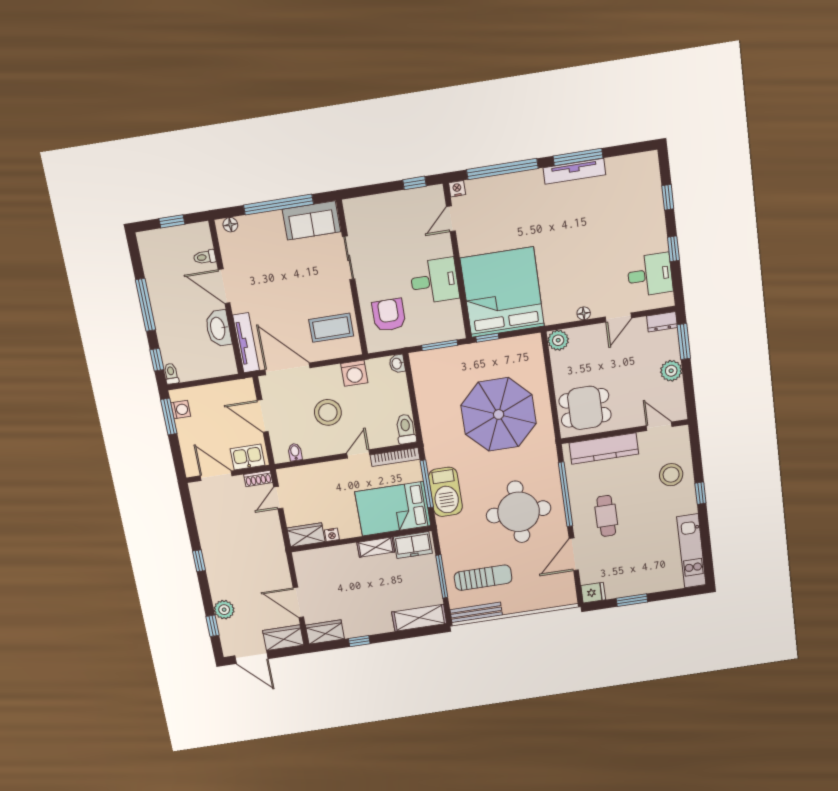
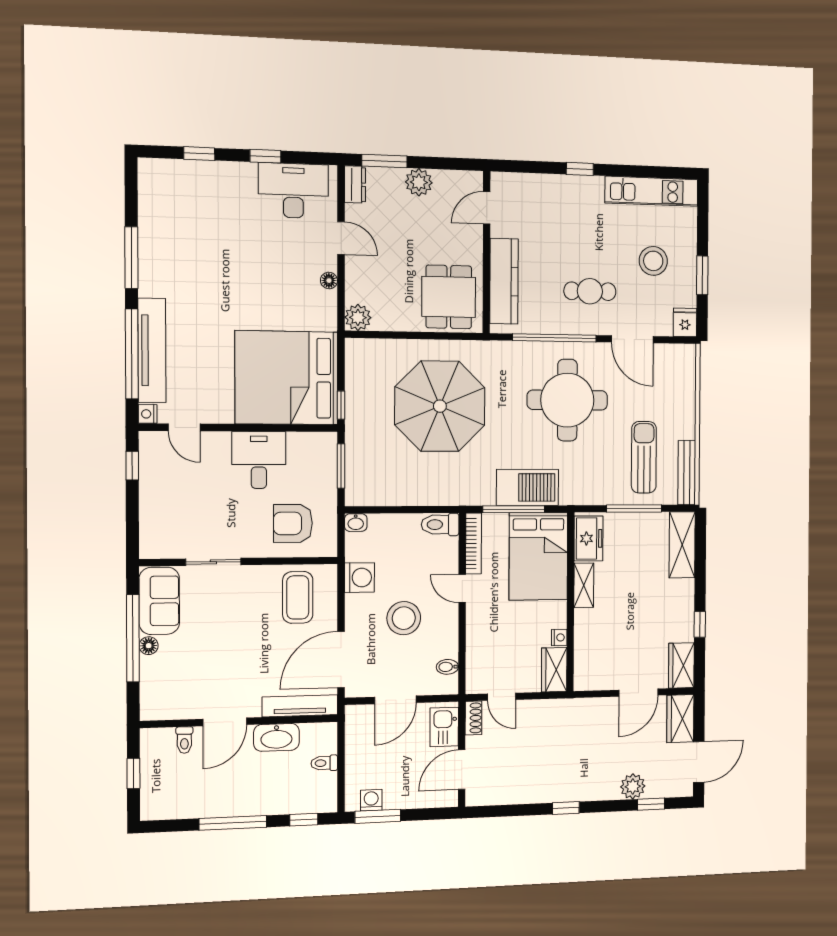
tv unit: (574, 171) -> (152, 350), moved, width x1.36, depth x1.29
floor lamp: (230, 225) -> (149, 646), moved
desk: (650, 275) -> (293, 191), width x1.37
toilet: (171, 374) -> (324, 763), moved
stool: (671, 475) -> (653, 261), moved

